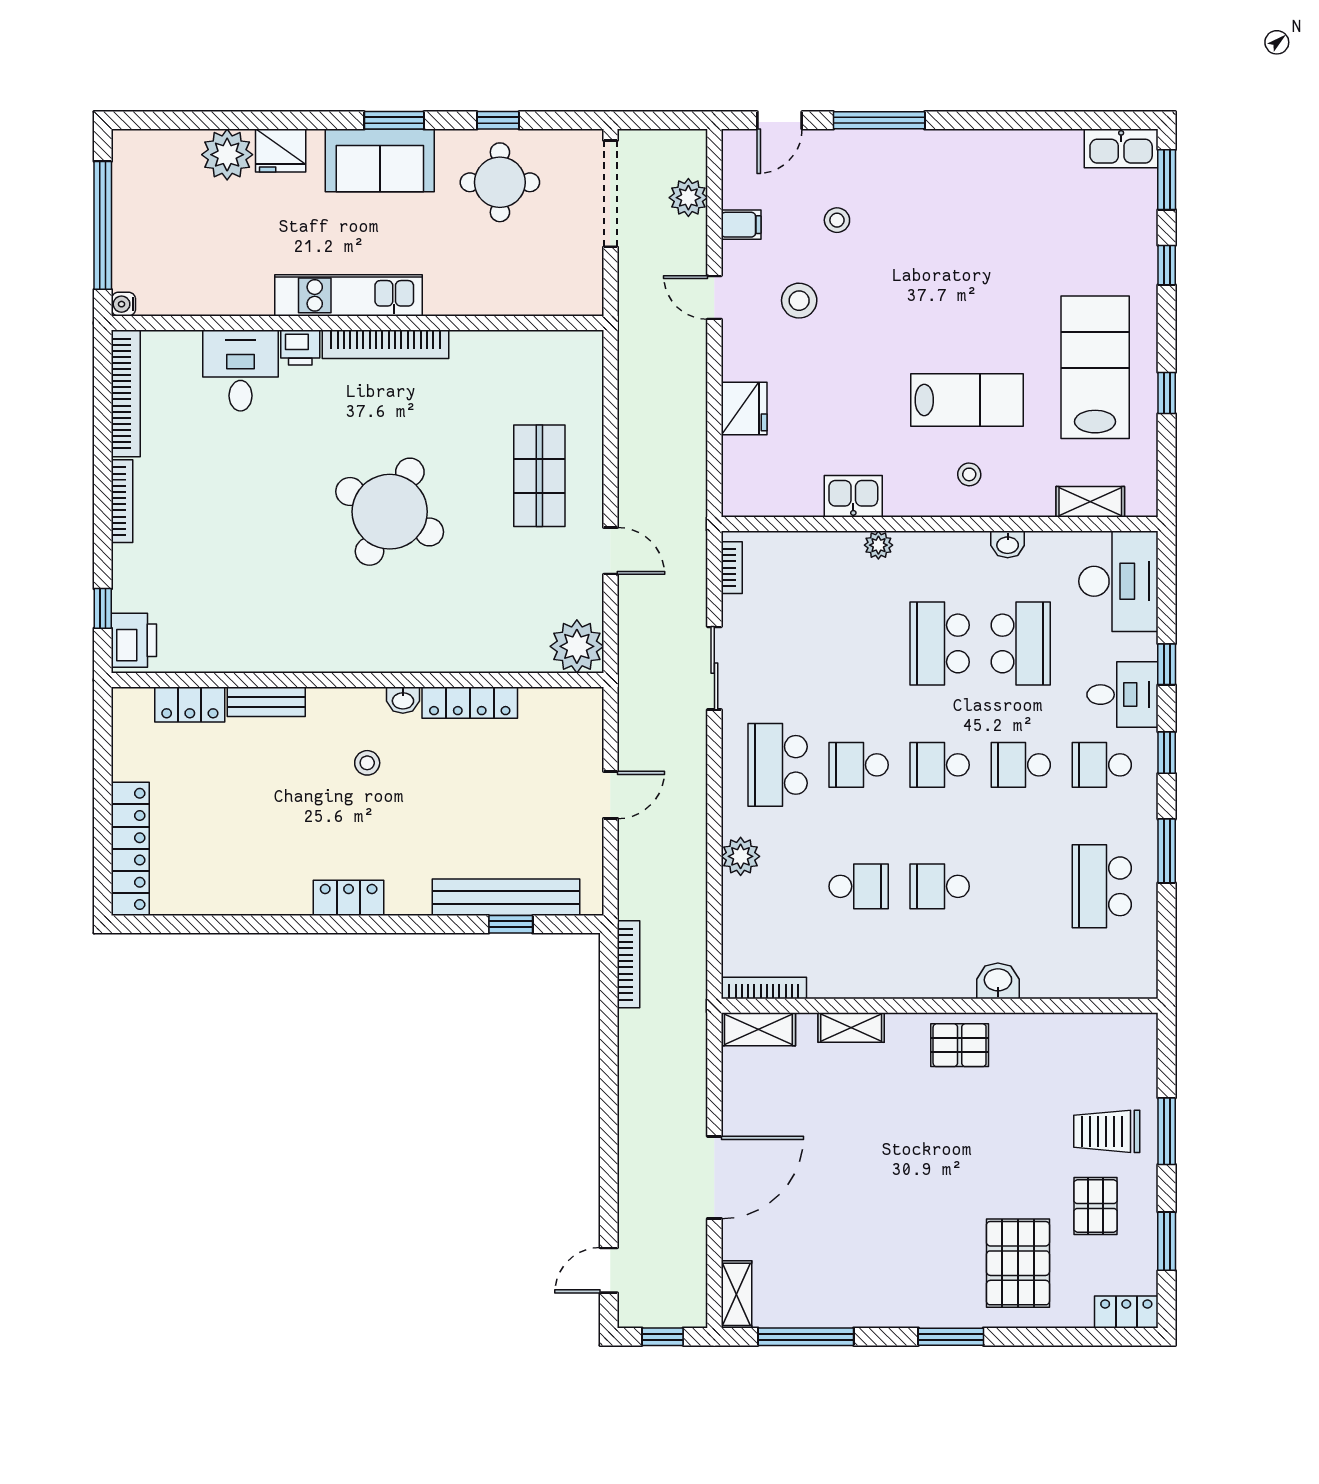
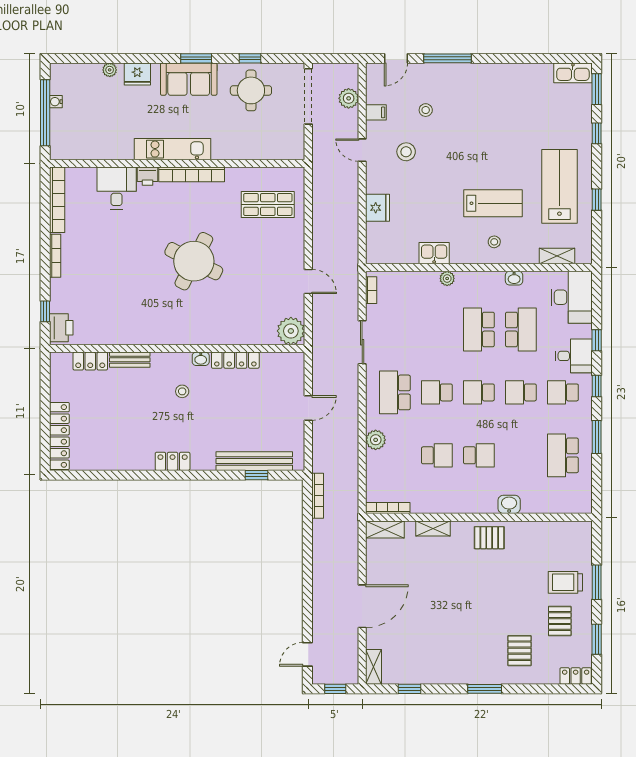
plant: (227, 155) -> (110, 70), width x0.53, depth x0.53
water cooler: (123, 304) -> (56, 102), moved
shop shelf: (539, 476) -> (268, 204), moved, turned 90
school desk: (940, 886) -> (479, 455), turned 180
pallet: (1018, 1263) -> (519, 651), width x0.67, depth x0.71
window: (806, 1337) -> (410, 689), width x0.46

